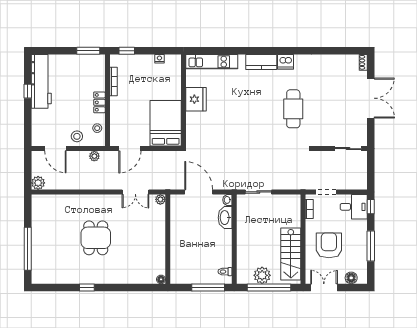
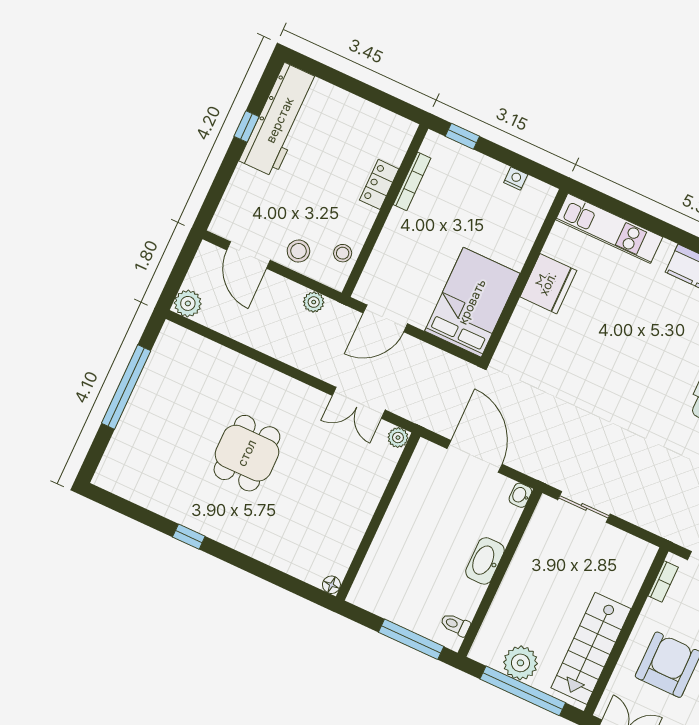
window: (88, 51) -> (392, 104), removed
locker: (99, 102) -> (379, 184), moved
washbasin: (225, 218) -> (485, 561), moved
window: (28, 249) -> (126, 387), moved

